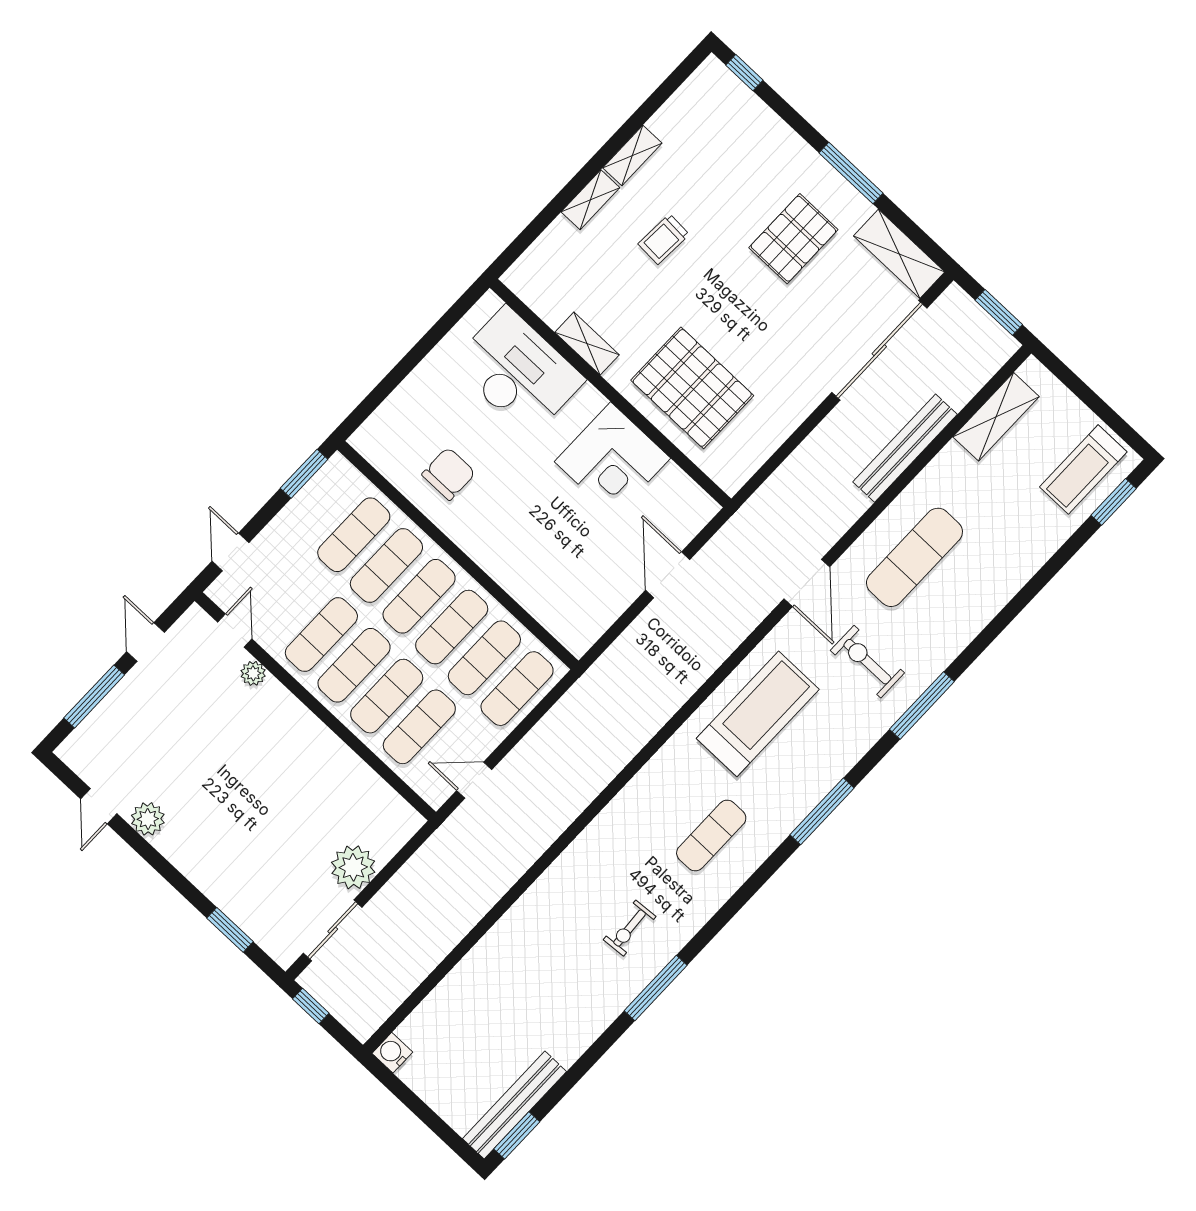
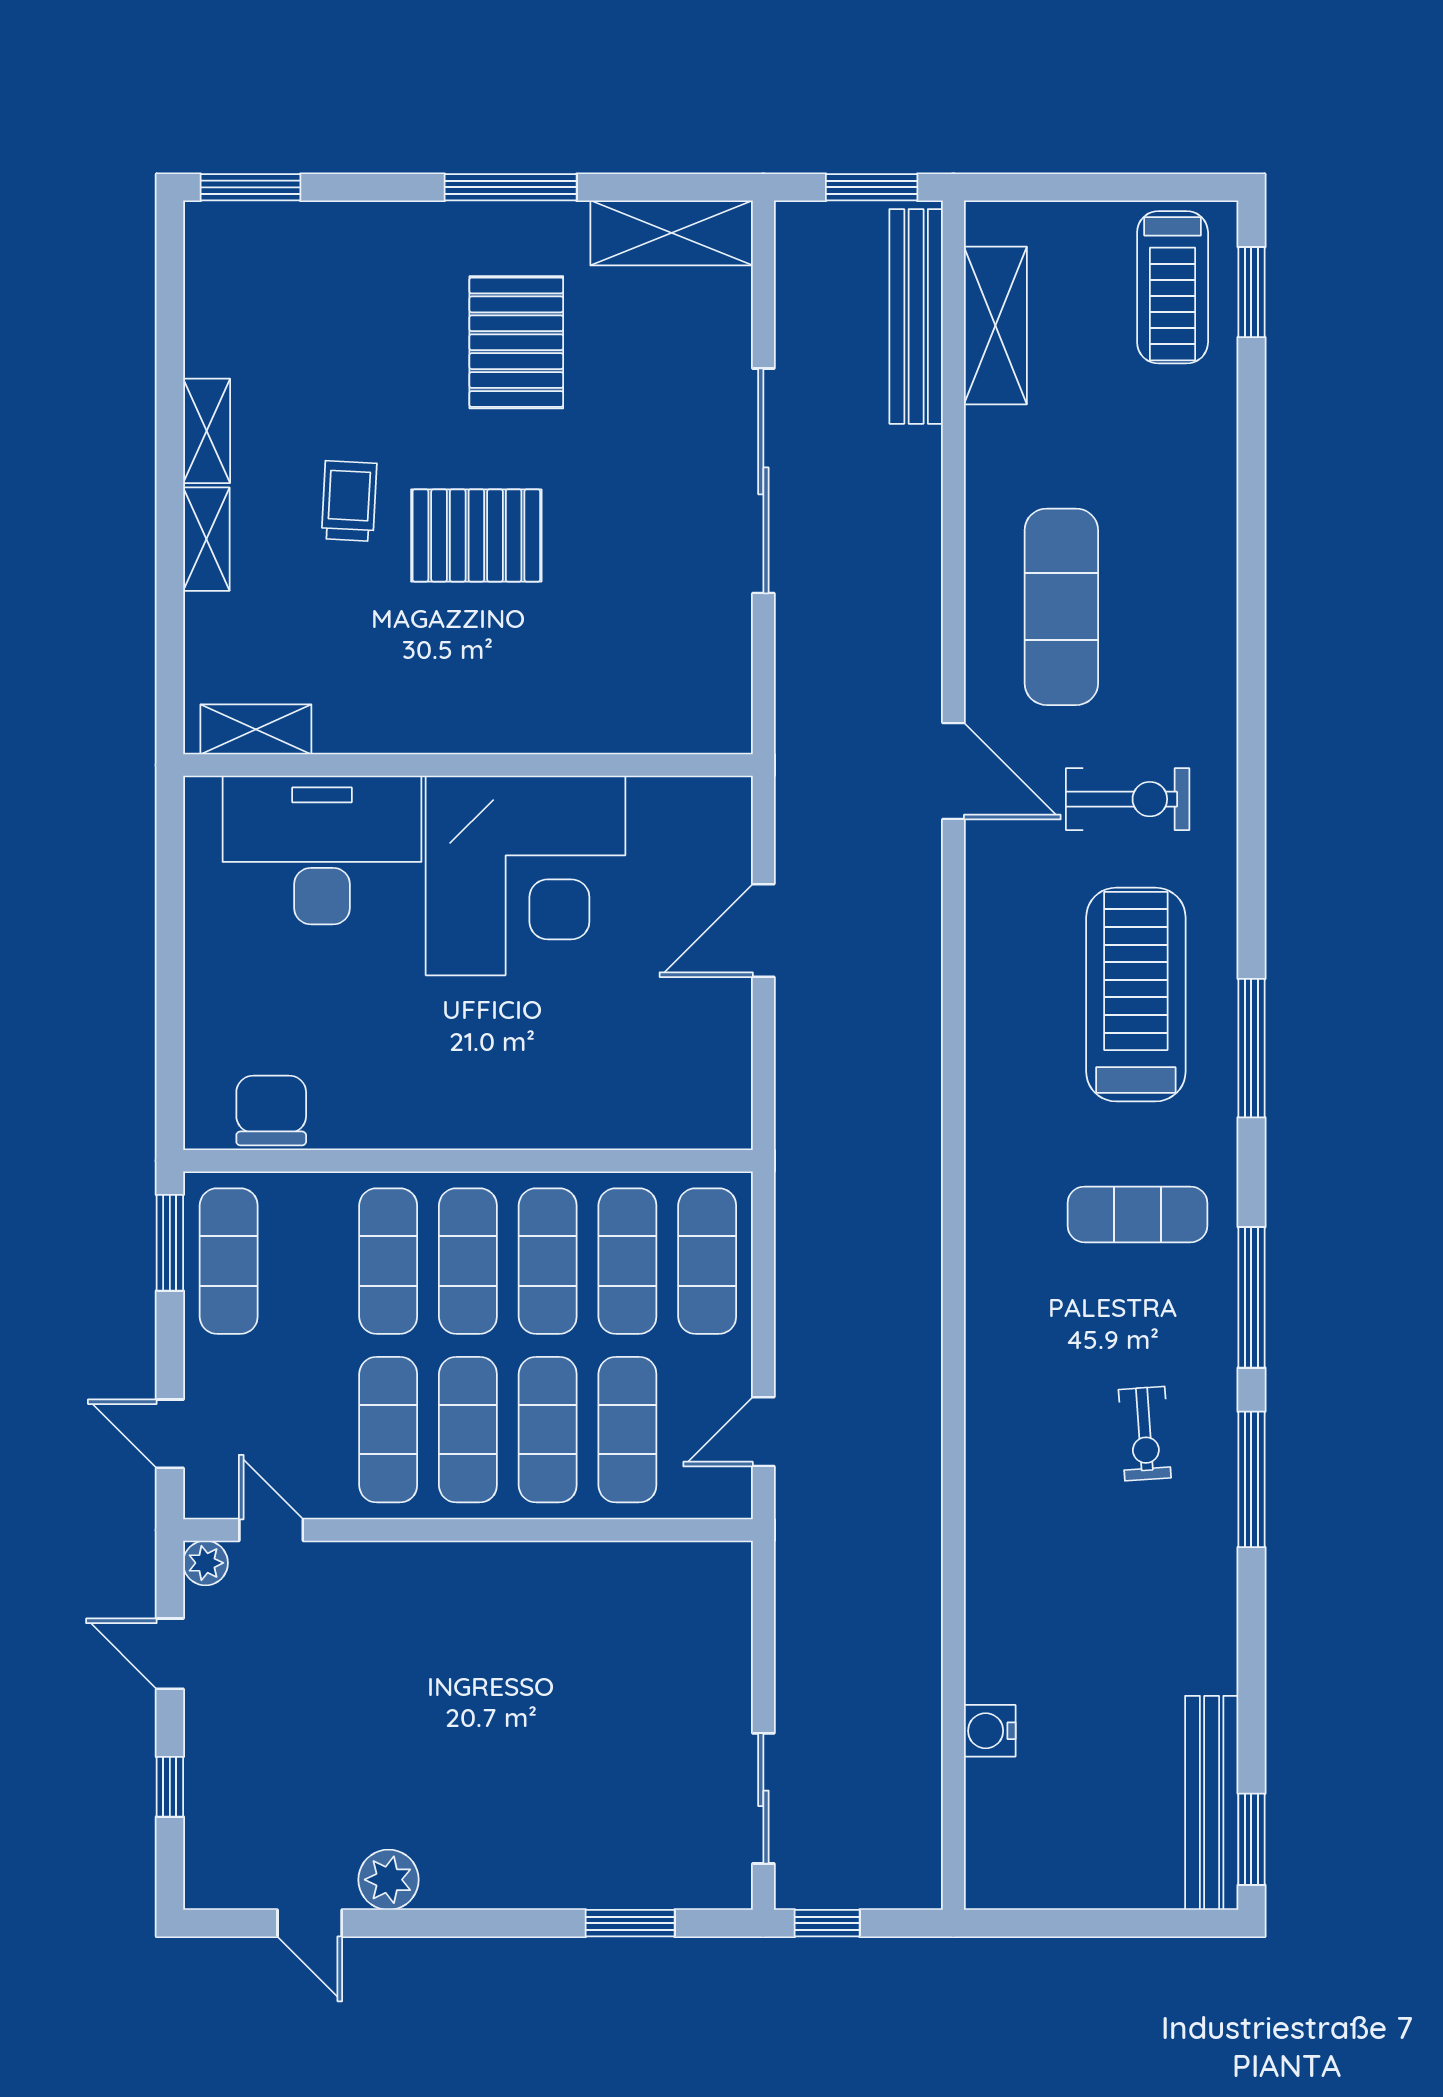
window: (744, 73) -> (250, 187), width x1.50
trolley: (664, 239) -> (349, 501), turned 180
shelving: (587, 344) -> (256, 729), moved
sliding door: (879, 350) -> (763, 481), moved
pallet: (692, 388) -> (476, 535), moved, width x0.73, depth x0.71
bench: (905, 448) -> (916, 316), moved
corner desk: (612, 460) -> (525, 875), width x1.36, depth x1.36
chair: (449, 474) -> (271, 1110), moved
exercise mat: (354, 535) -> (229, 1261), moved
door: (668, 575) -> (763, 930), hinge flipped
exercise bike: (867, 662) -> (1128, 799), turned 180
plant: (253, 673) -> (205, 1563), moved
window: (94, 696) -> (170, 1787), width x0.46
window: (922, 705) -> (1251, 1297), moved
treadmill: (758, 714) -> (1136, 995), moved
exercise mat: (711, 836) -> (1137, 1214), turned 90
plant: (353, 867) -> (713, 1692), removed
water cooler: (392, 1053) -> (990, 1731), moved

